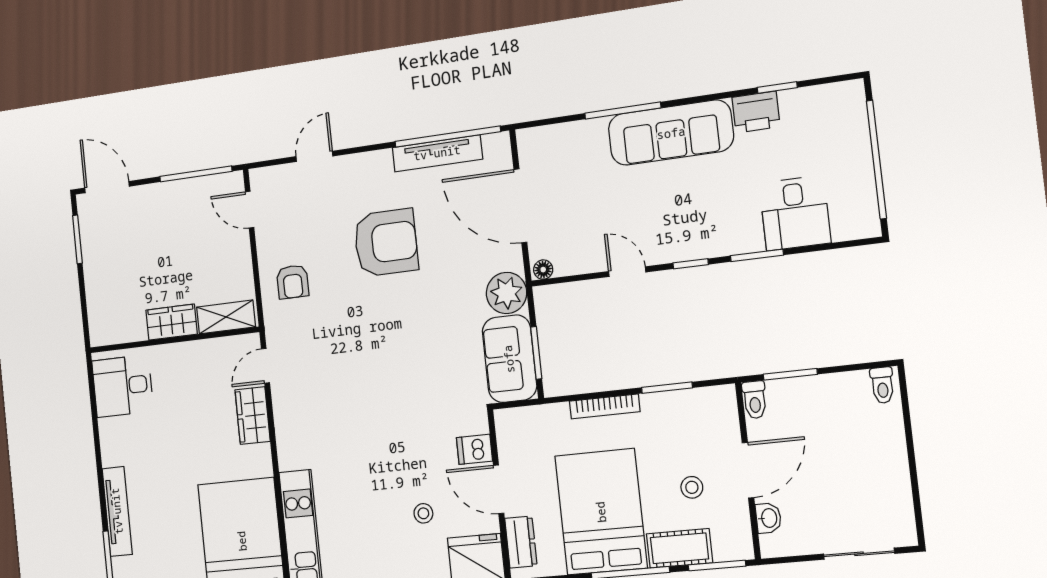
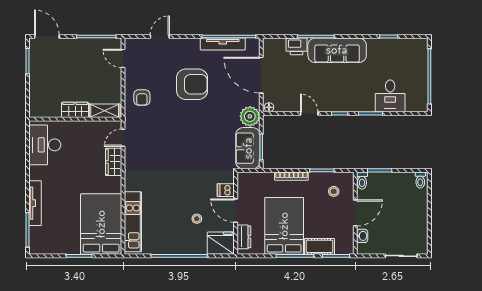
printer: (756, 112) -> (296, 46), moved
desk: (123, 386) -> (45, 145), width x1.37
stool: (692, 487) -> (334, 191), moved

